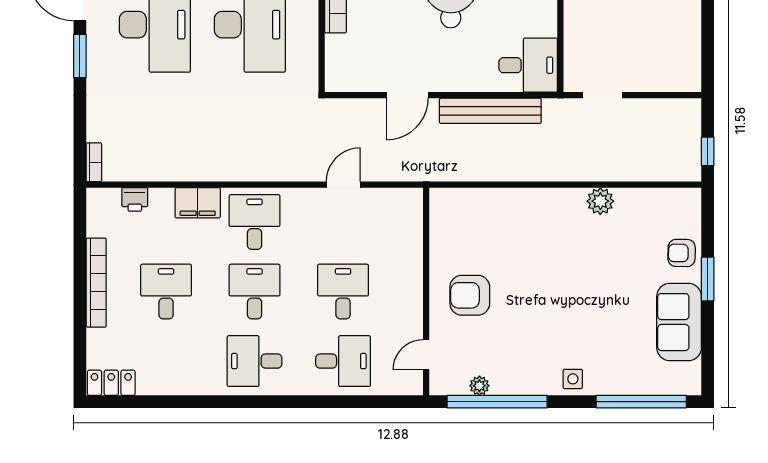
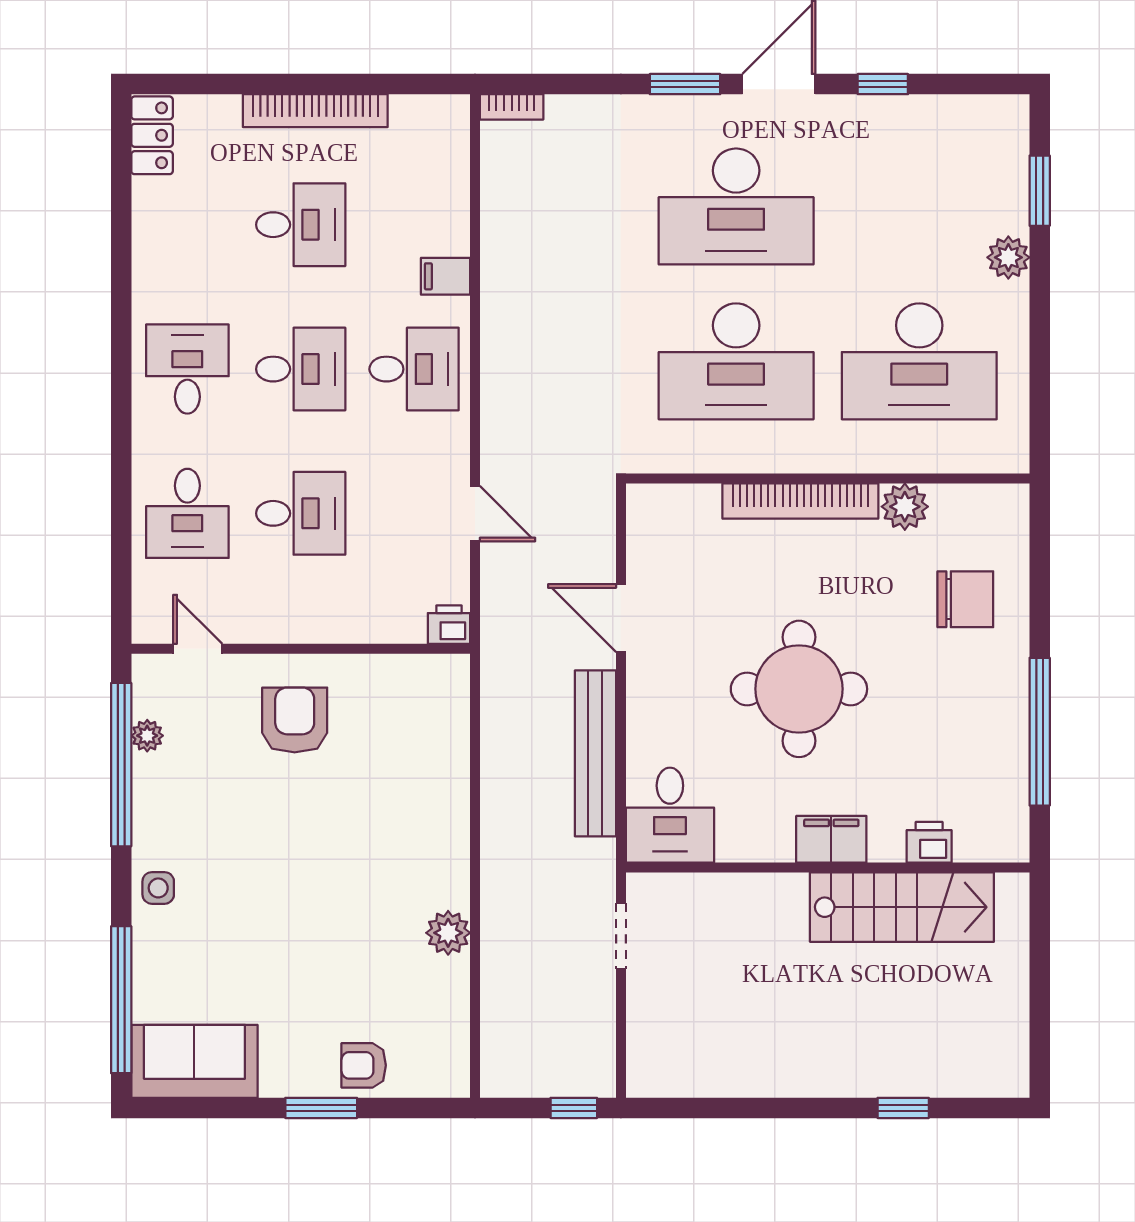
window: (708, 151) -> (574, 1108), moved
printer: (135, 199) -> (449, 625), moved, turned 90
filing cabinet: (198, 203) -> (446, 276), width x0.50
armchair: (682, 253) -> (364, 1065), turned -91
sofa: (679, 322) -> (194, 1061), moved

